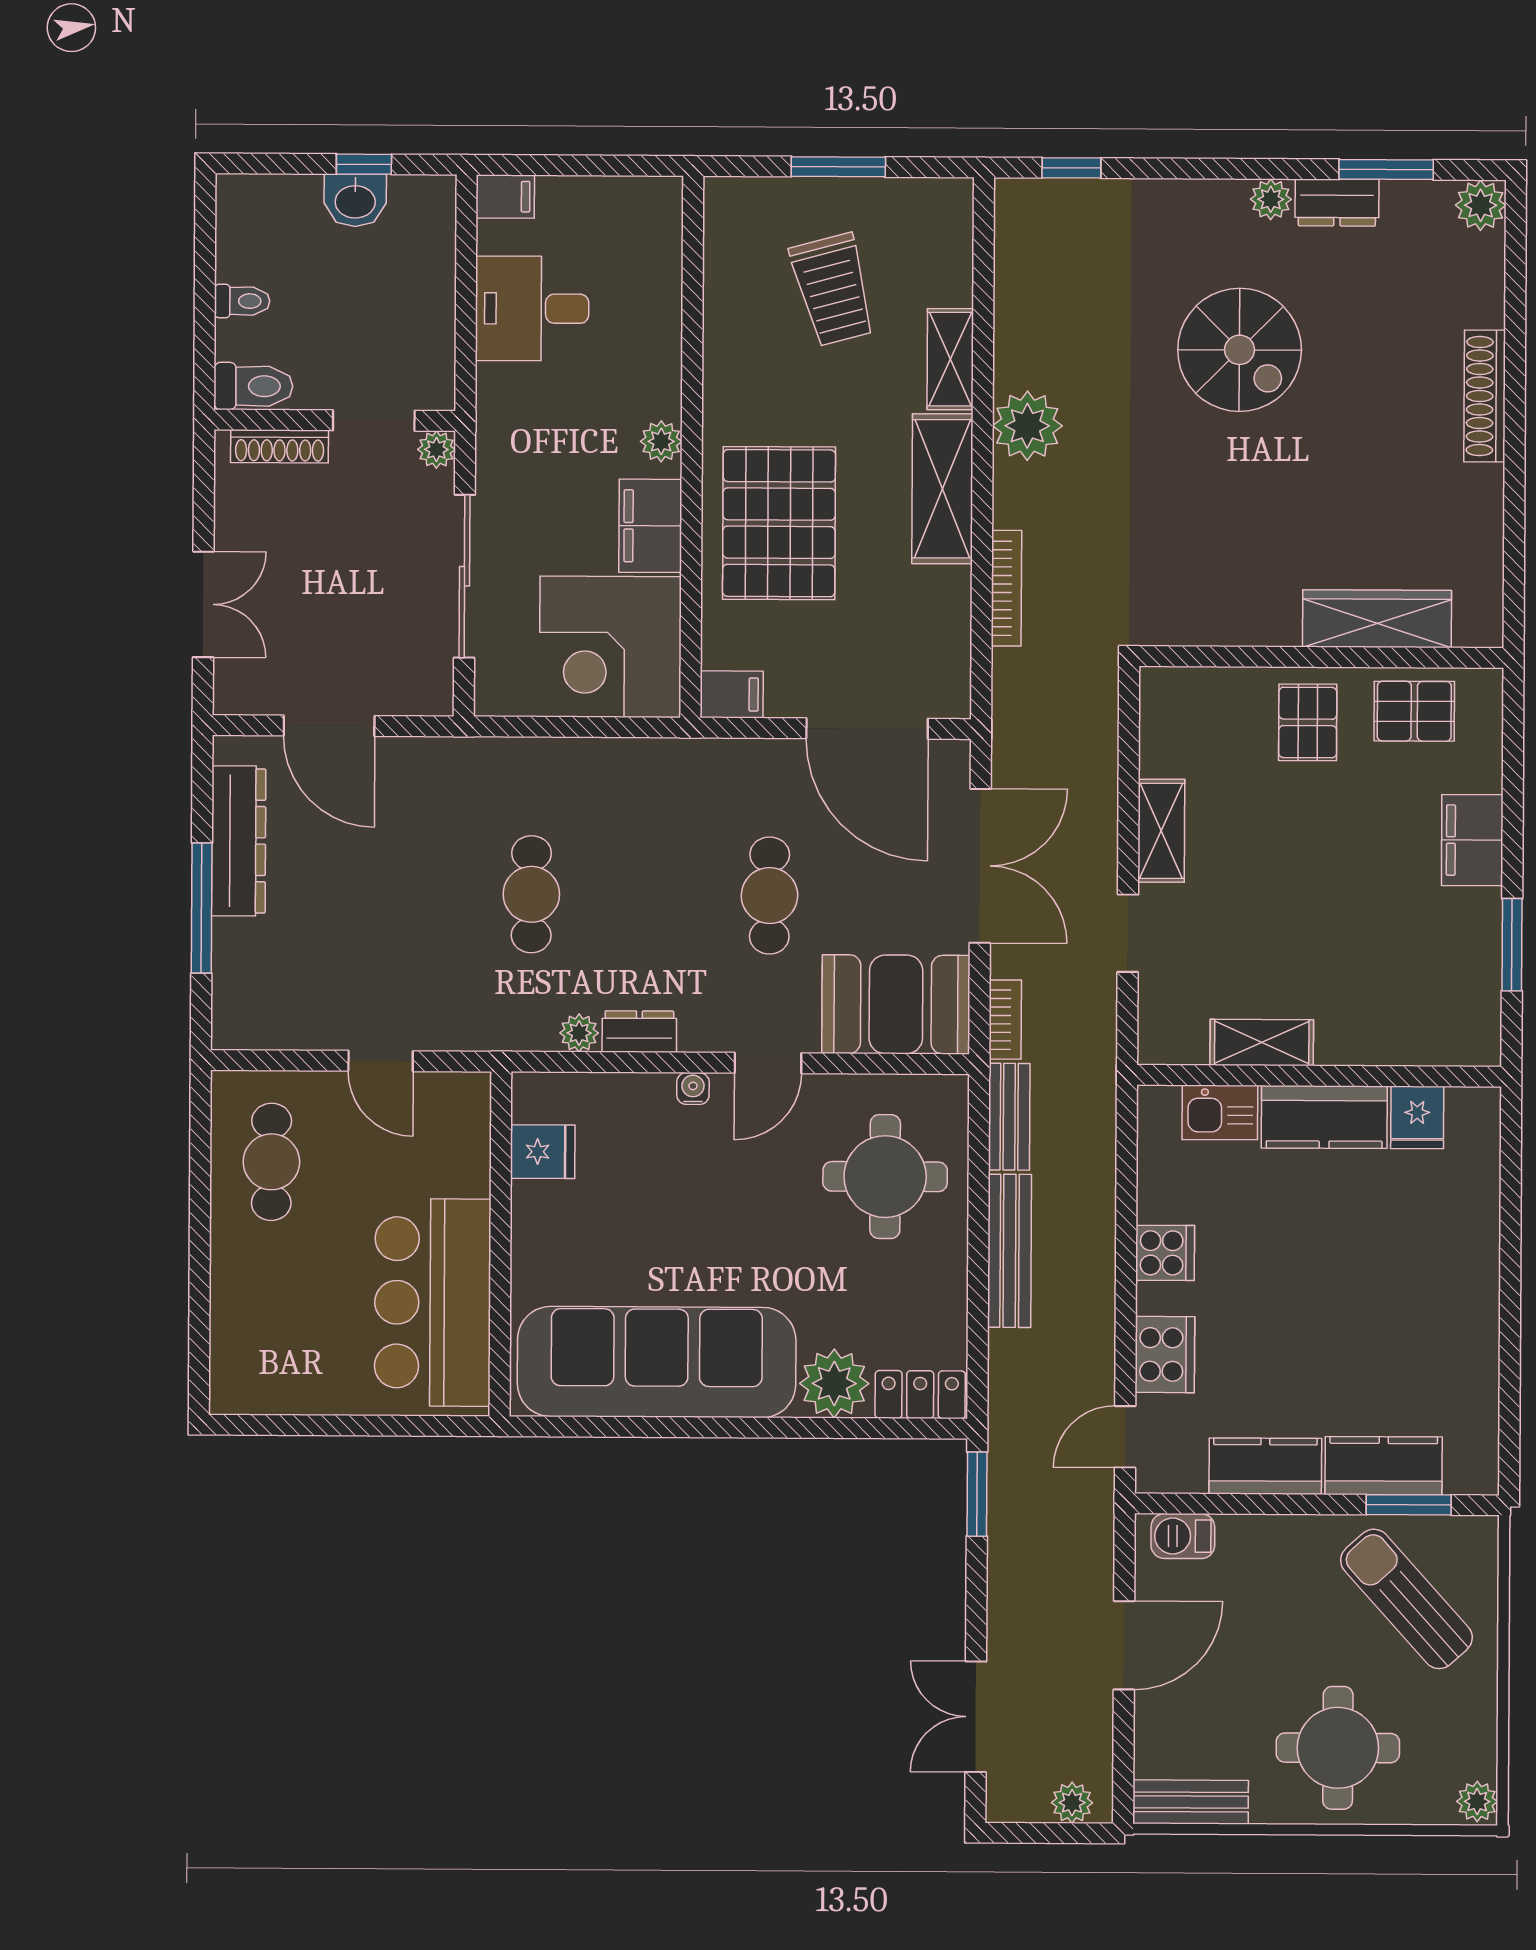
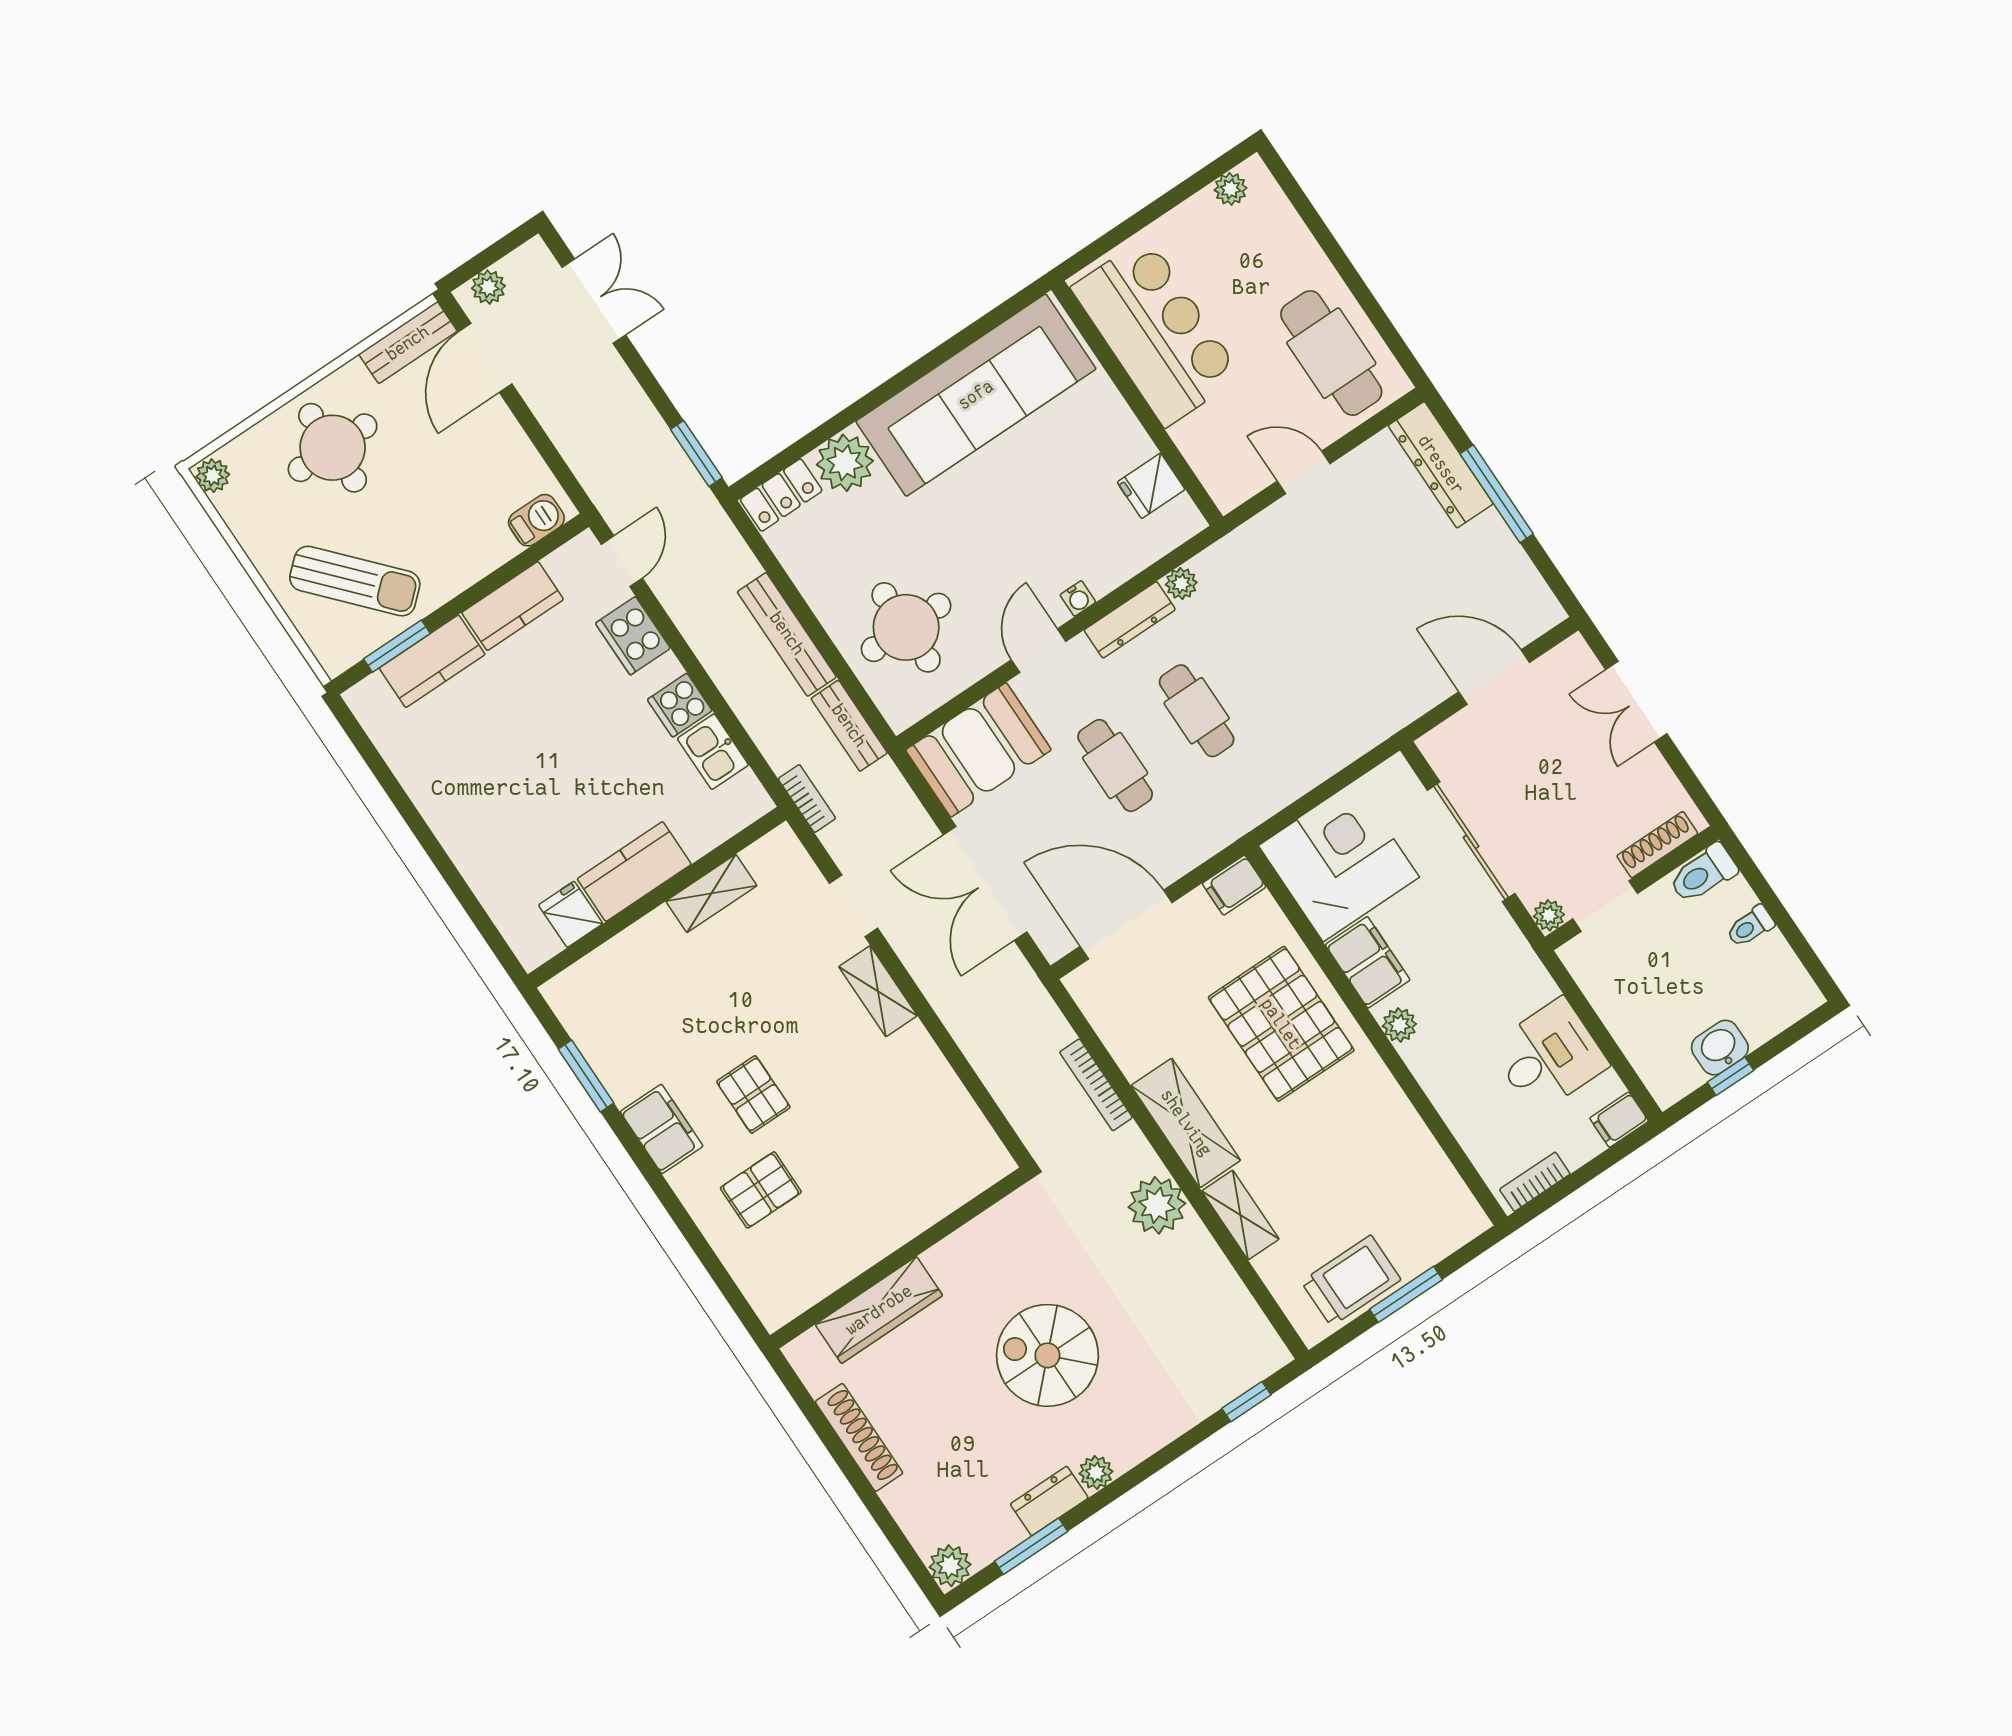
bookcase: (632, 192) -> (1535, 1182), added
trolley: (833, 290) -> (1351, 1281), moved, turned 105
wardrobe: (1377, 619) -> (879, 1310), moved
wall: (1321, 657) -> (899, 1258), moved
pallet: (1308, 722) -> (753, 1094), moved
dresser: (239, 841) -> (1441, 465), moved
cafe table: (531, 894) -> (1197, 711), moved
bookcase: (1005, 1020) -> (807, 799), moved, turned 180
dresser: (639, 1032) -> (1130, 620), width x1.44
kitchen sink: (1220, 1112) -> (713, 752), moved, turned -90
cafe table: (271, 1162) -> (1331, 353), width x1.37, depth x1.35
plant: (261, 1395) -> (1231, 189), added
door: (1124, 1645) -> (485, 358), moved

